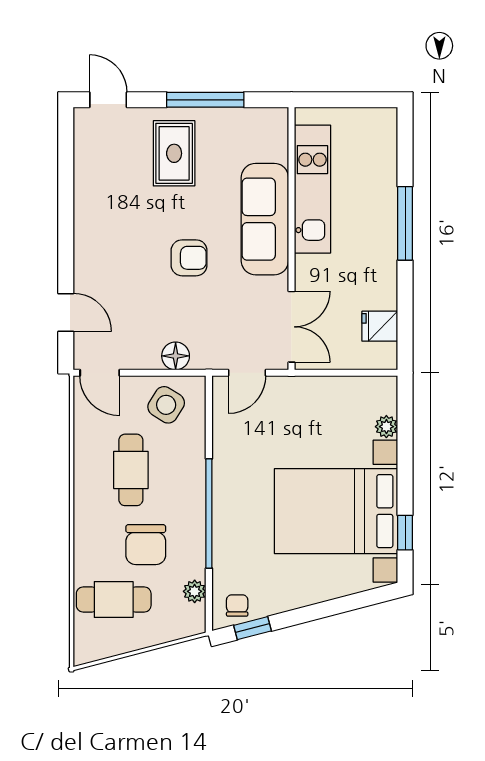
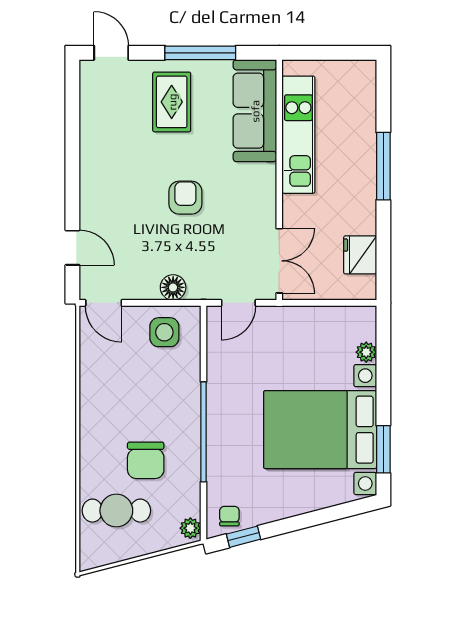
sofa: (265, 219) -> (255, 111), moved
armchair: (189, 258) -> (185, 198), turned -90
fridge: (380, 326) -> (360, 255), width x1.38
side table: (166, 405) -> (164, 332), turned -32
cafe table: (131, 470) -> (132, 392), removed
window: (405, 533) -> (383, 449), width x1.50
plant: (195, 591) -> (190, 528), moved

